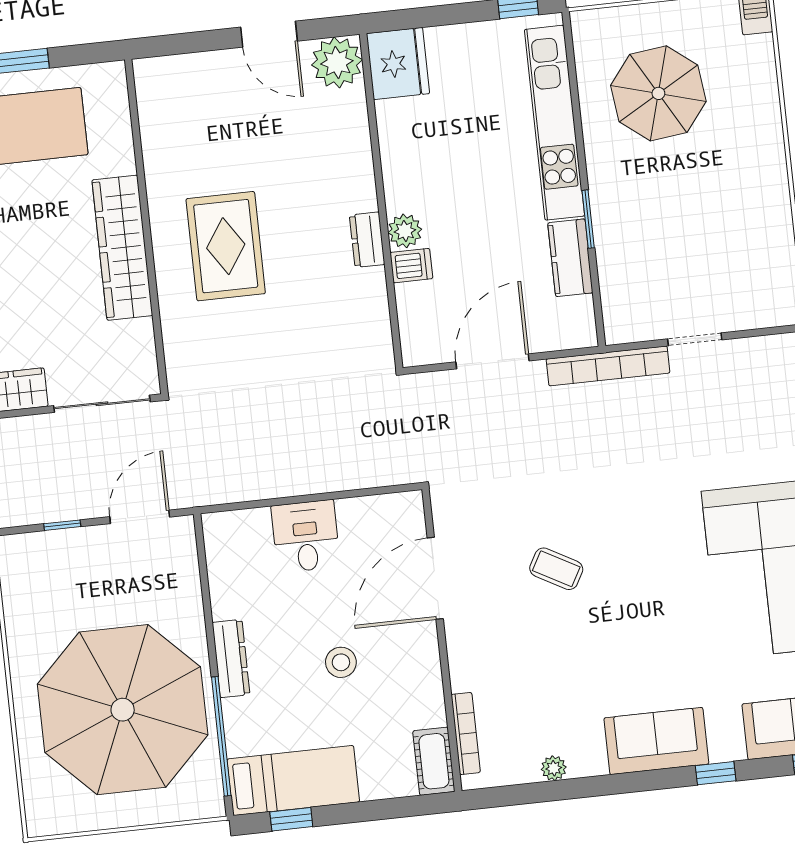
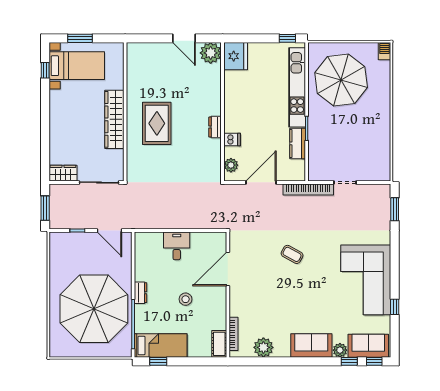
parasol: (658, 93) -> (341, 80), width x1.36, depth x1.36
plant: (405, 231) -> (231, 165), moved
door: (140, 517) -> (109, 231), swing flipped
coffee table: (556, 569) -> (292, 254), moved
dresser: (231, 658) -> (141, 293), width x0.70
plant: (727, 745) -> (340, 350), added
plant: (554, 768) -> (263, 347), width x1.88, depth x1.88
window: (716, 773) -> (349, 361), moved

